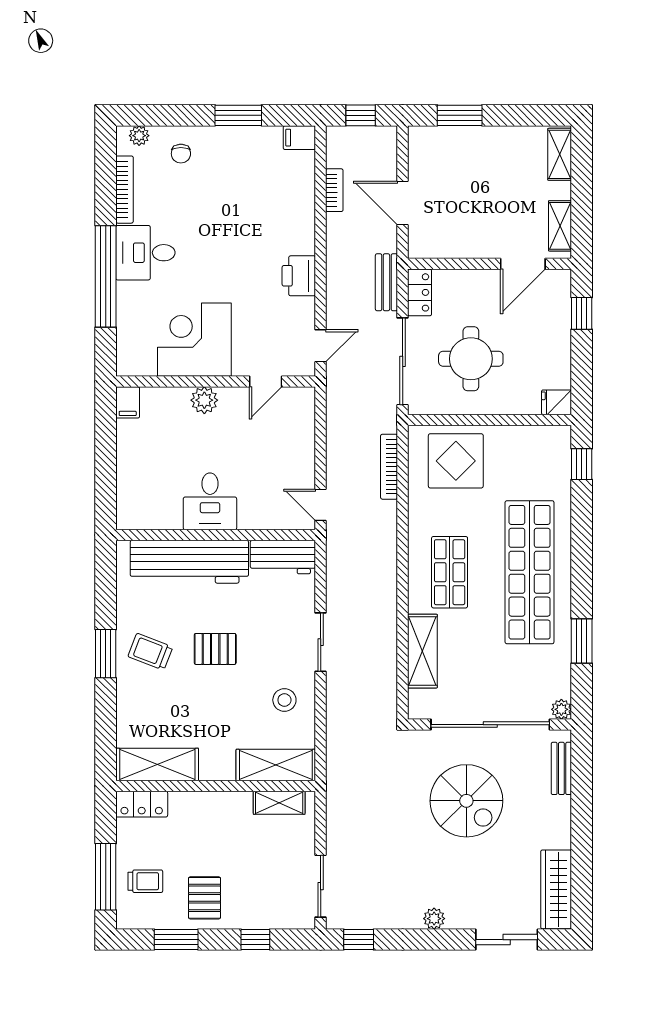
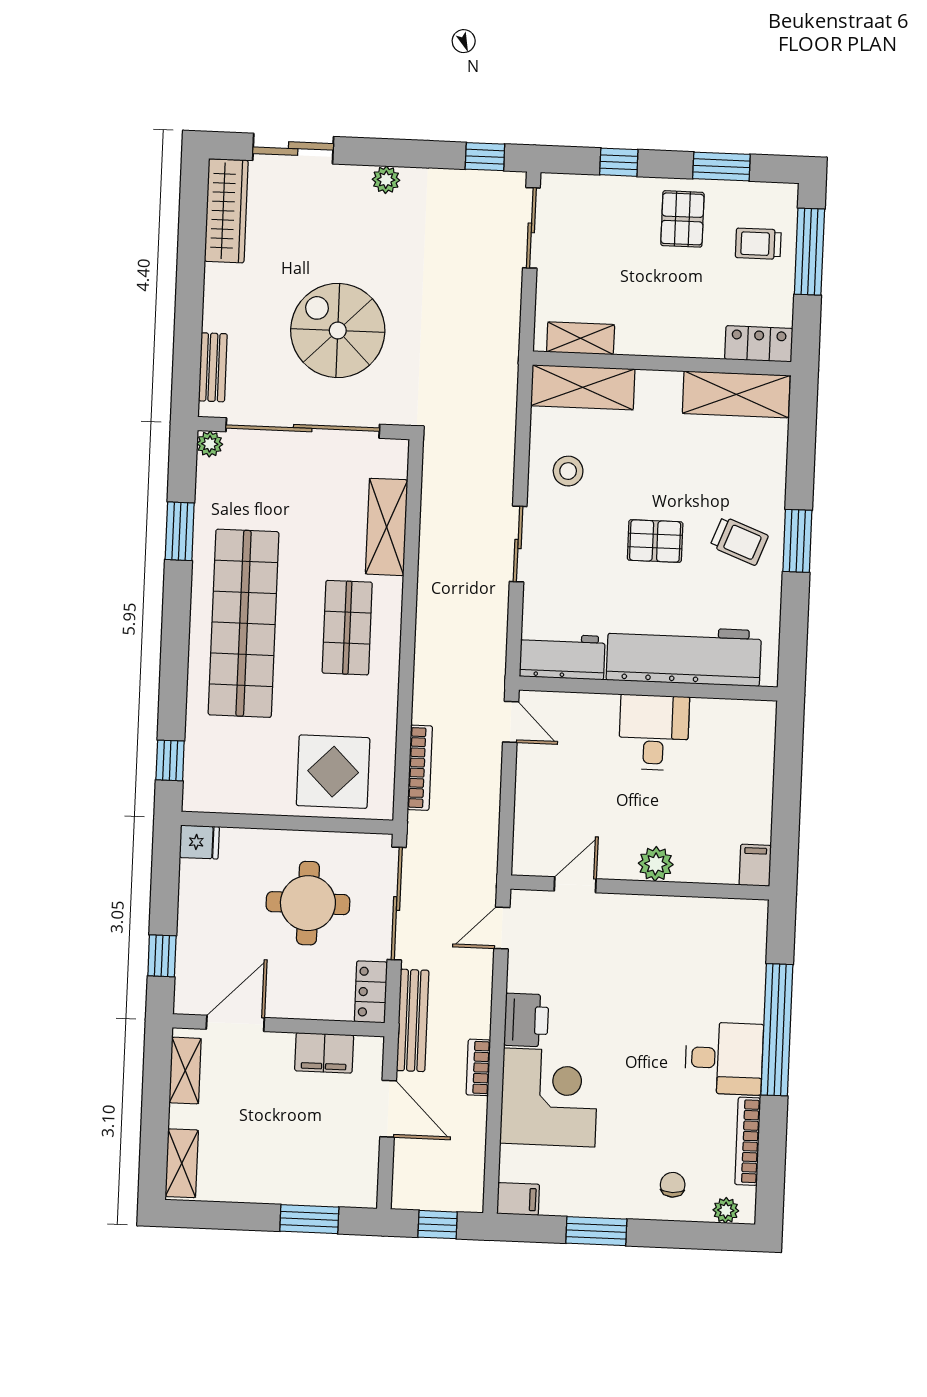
bookcase: (334, 190) -> (478, 1067), moved
filing cabinet: (454, 244) -> (324, 1053), added
bench: (386, 282) -> (413, 1020), width x1.36
corner desk: (194, 340) -> (549, 1097), moved, turned -90

